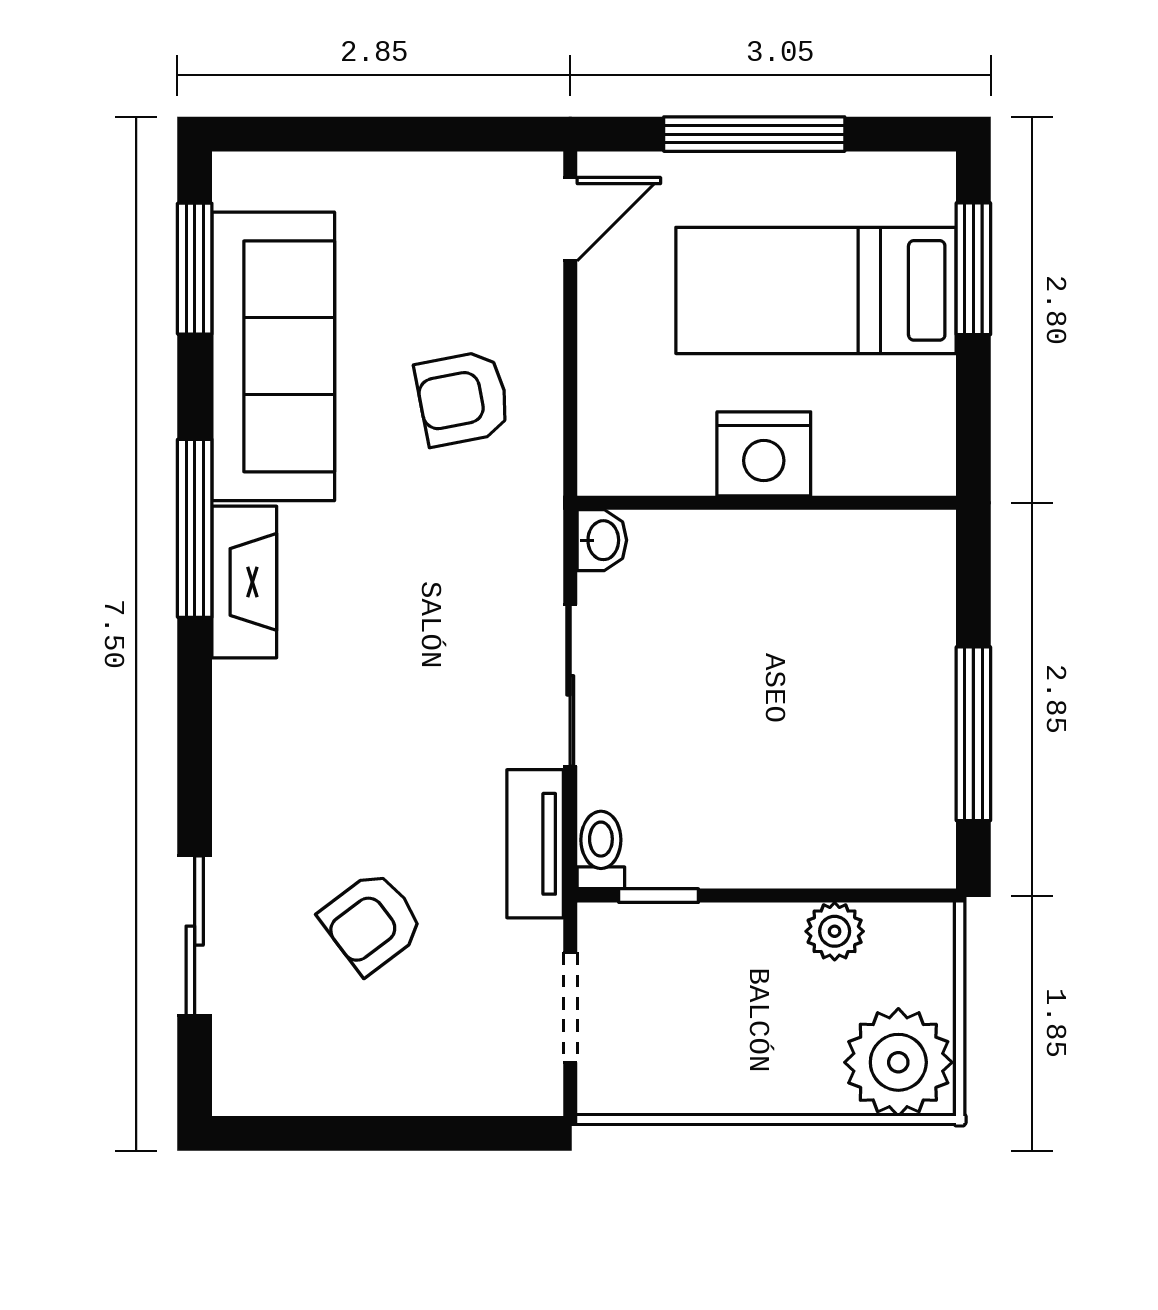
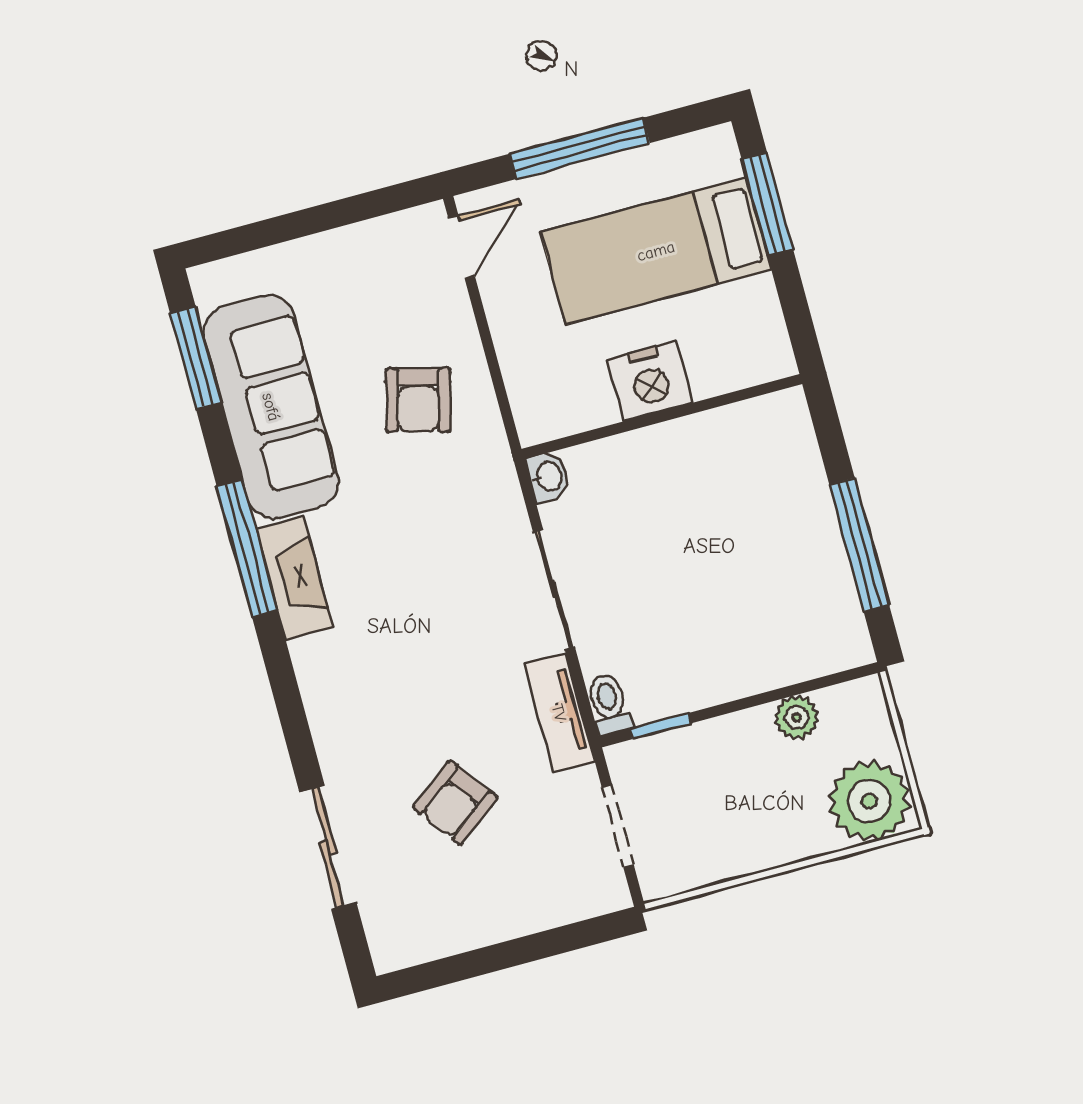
armchair: (463, 398) -> (418, 400), turned -64

